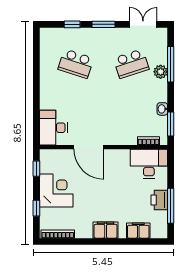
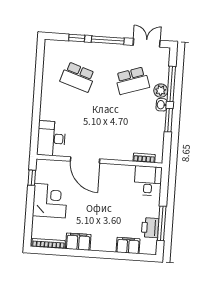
window: (104, 24) -> (108, 40), width x1.44
washbasin: (162, 109) -> (161, 105), moved
window: (171, 124) -> (169, 120), moved
desk: (149, 164) -> (148, 181), width x0.73
printer: (159, 200) -> (150, 228), moved
window: (36, 208) -> (29, 217), removed
filing cabinet: (106, 230) -> (78, 242), moved

